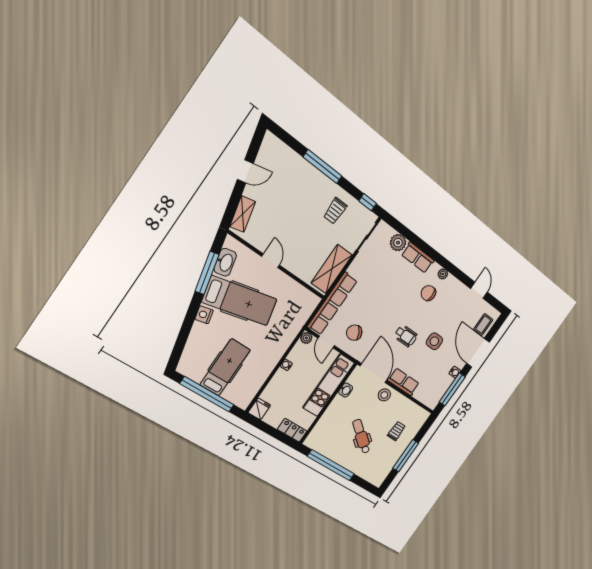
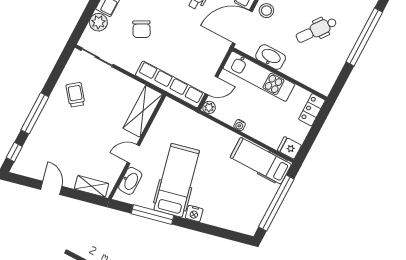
window: (368, 202) -> (14, 152), moved
trolley: (335, 211) -> (75, 95), turned -128
washbasin: (225, 262) -> (130, 181), moved, turned 103
shelving: (332, 269) -> (143, 111), moved, turned 90
chair: (354, 333) -> (142, 29), moved
hospital bed: (225, 367) -> (261, 161), moved
washbasin: (346, 390) -> (271, 57), width x1.91, depth x1.45
window: (331, 465) -> (364, 37), moved

